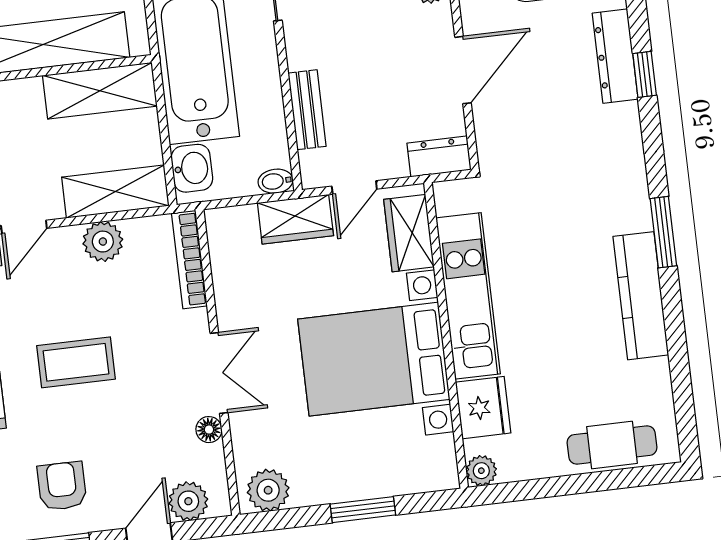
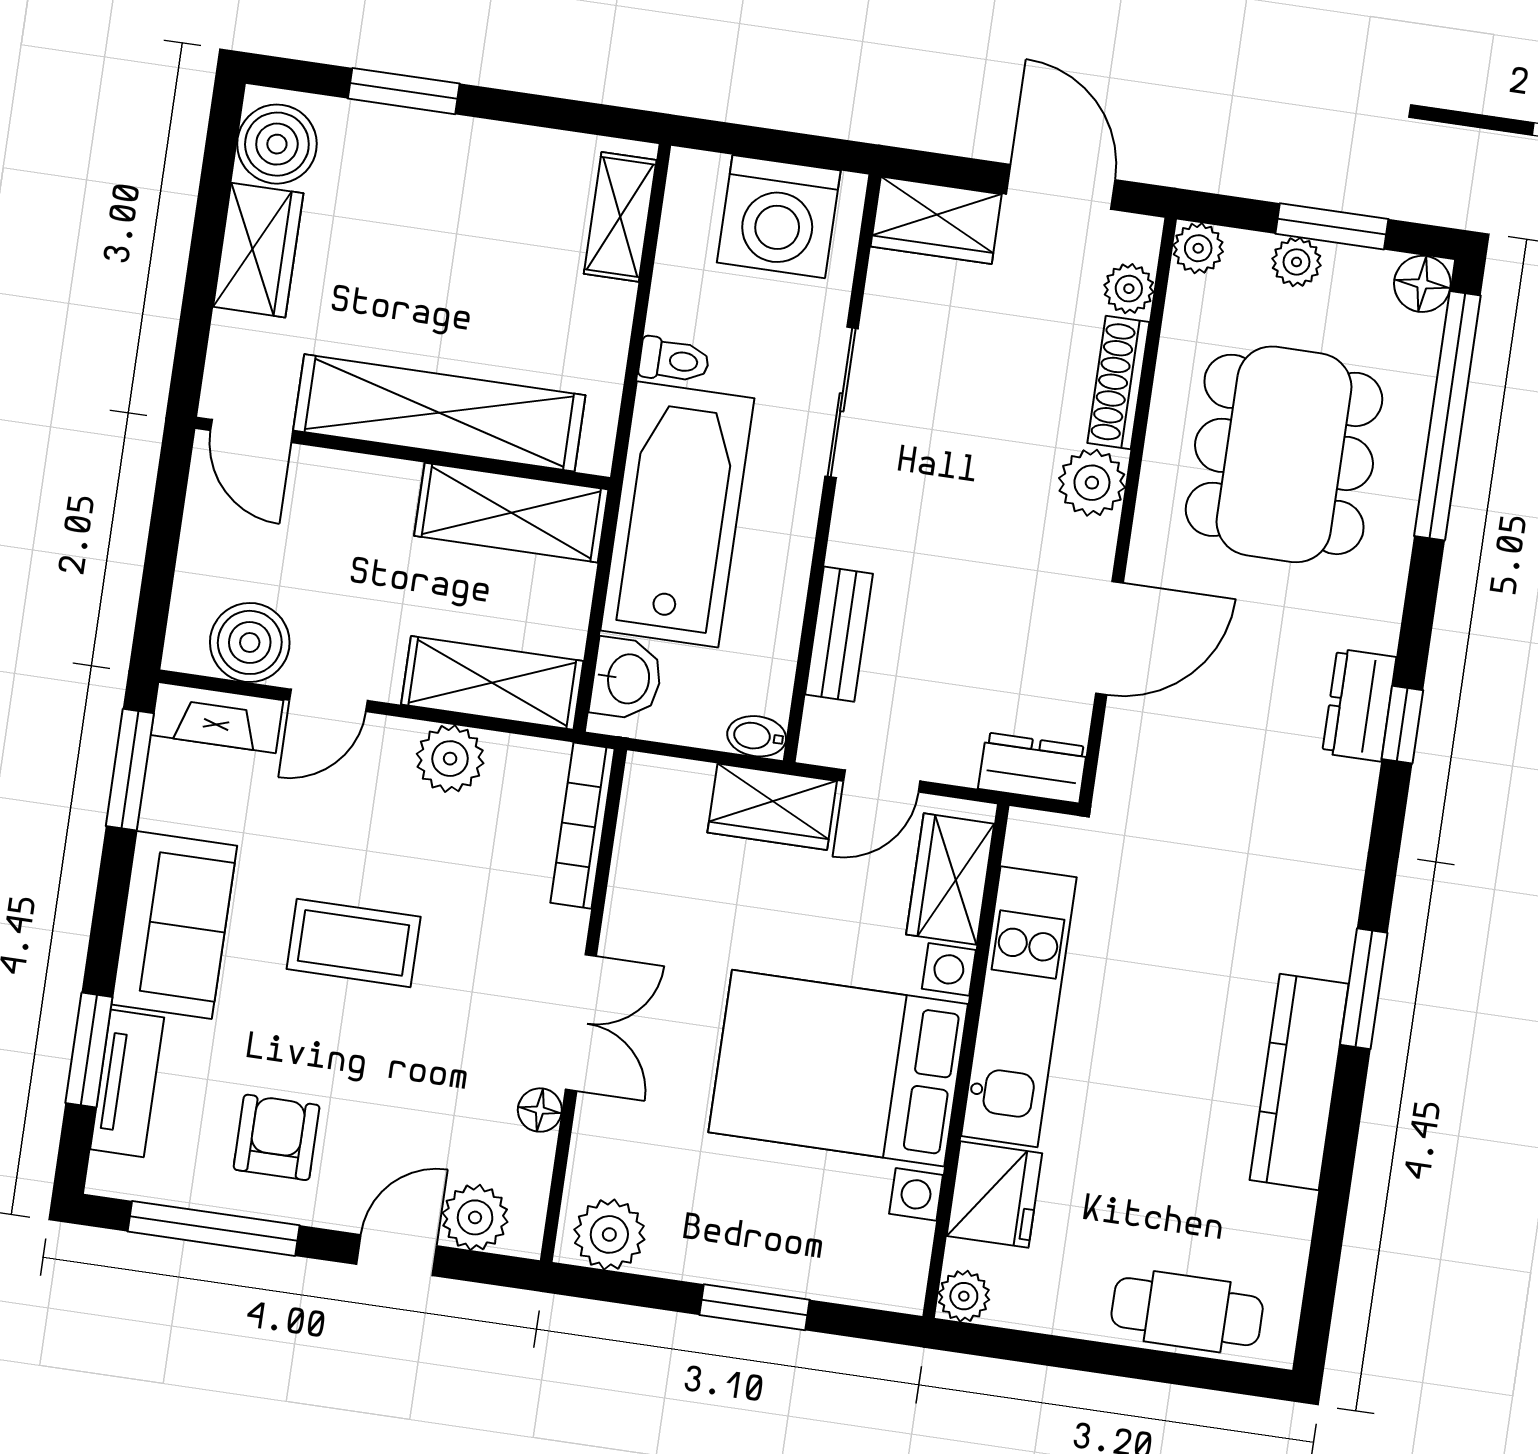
dresser: (615, 56) -> (1359, 705), width x0.70

